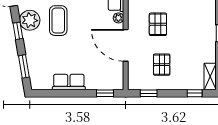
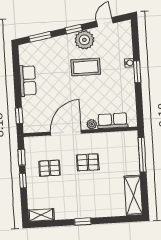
window: (195, 93) -> (23, 181), moved

